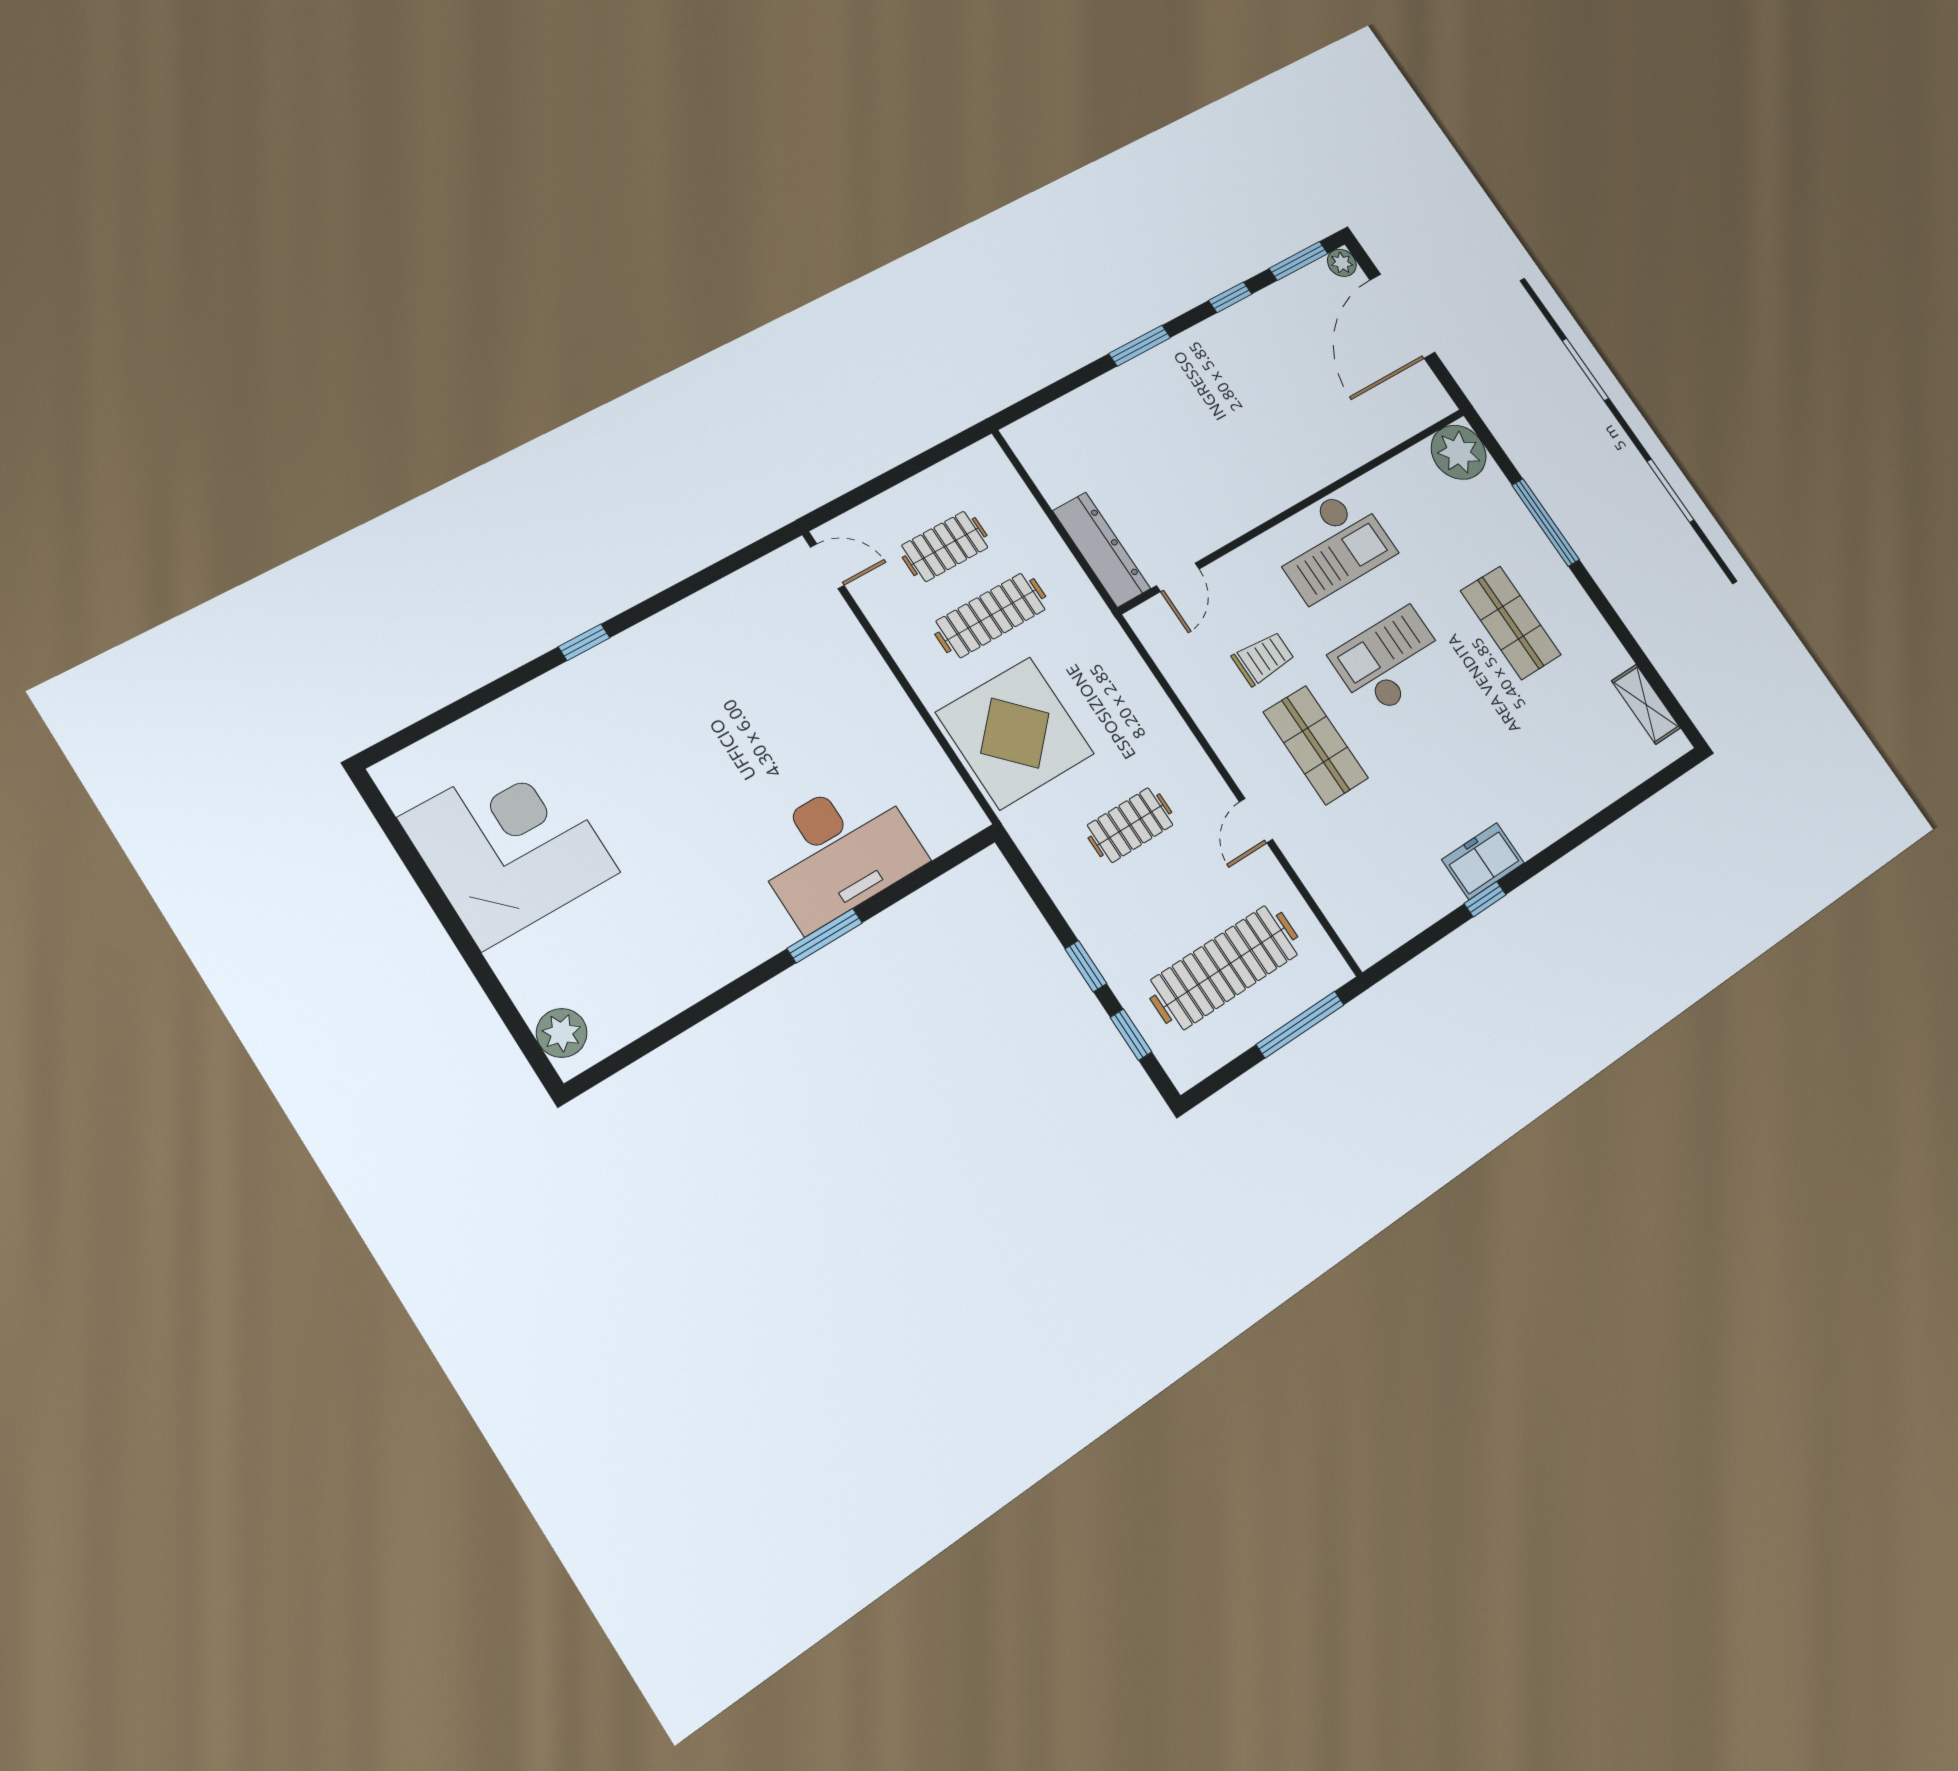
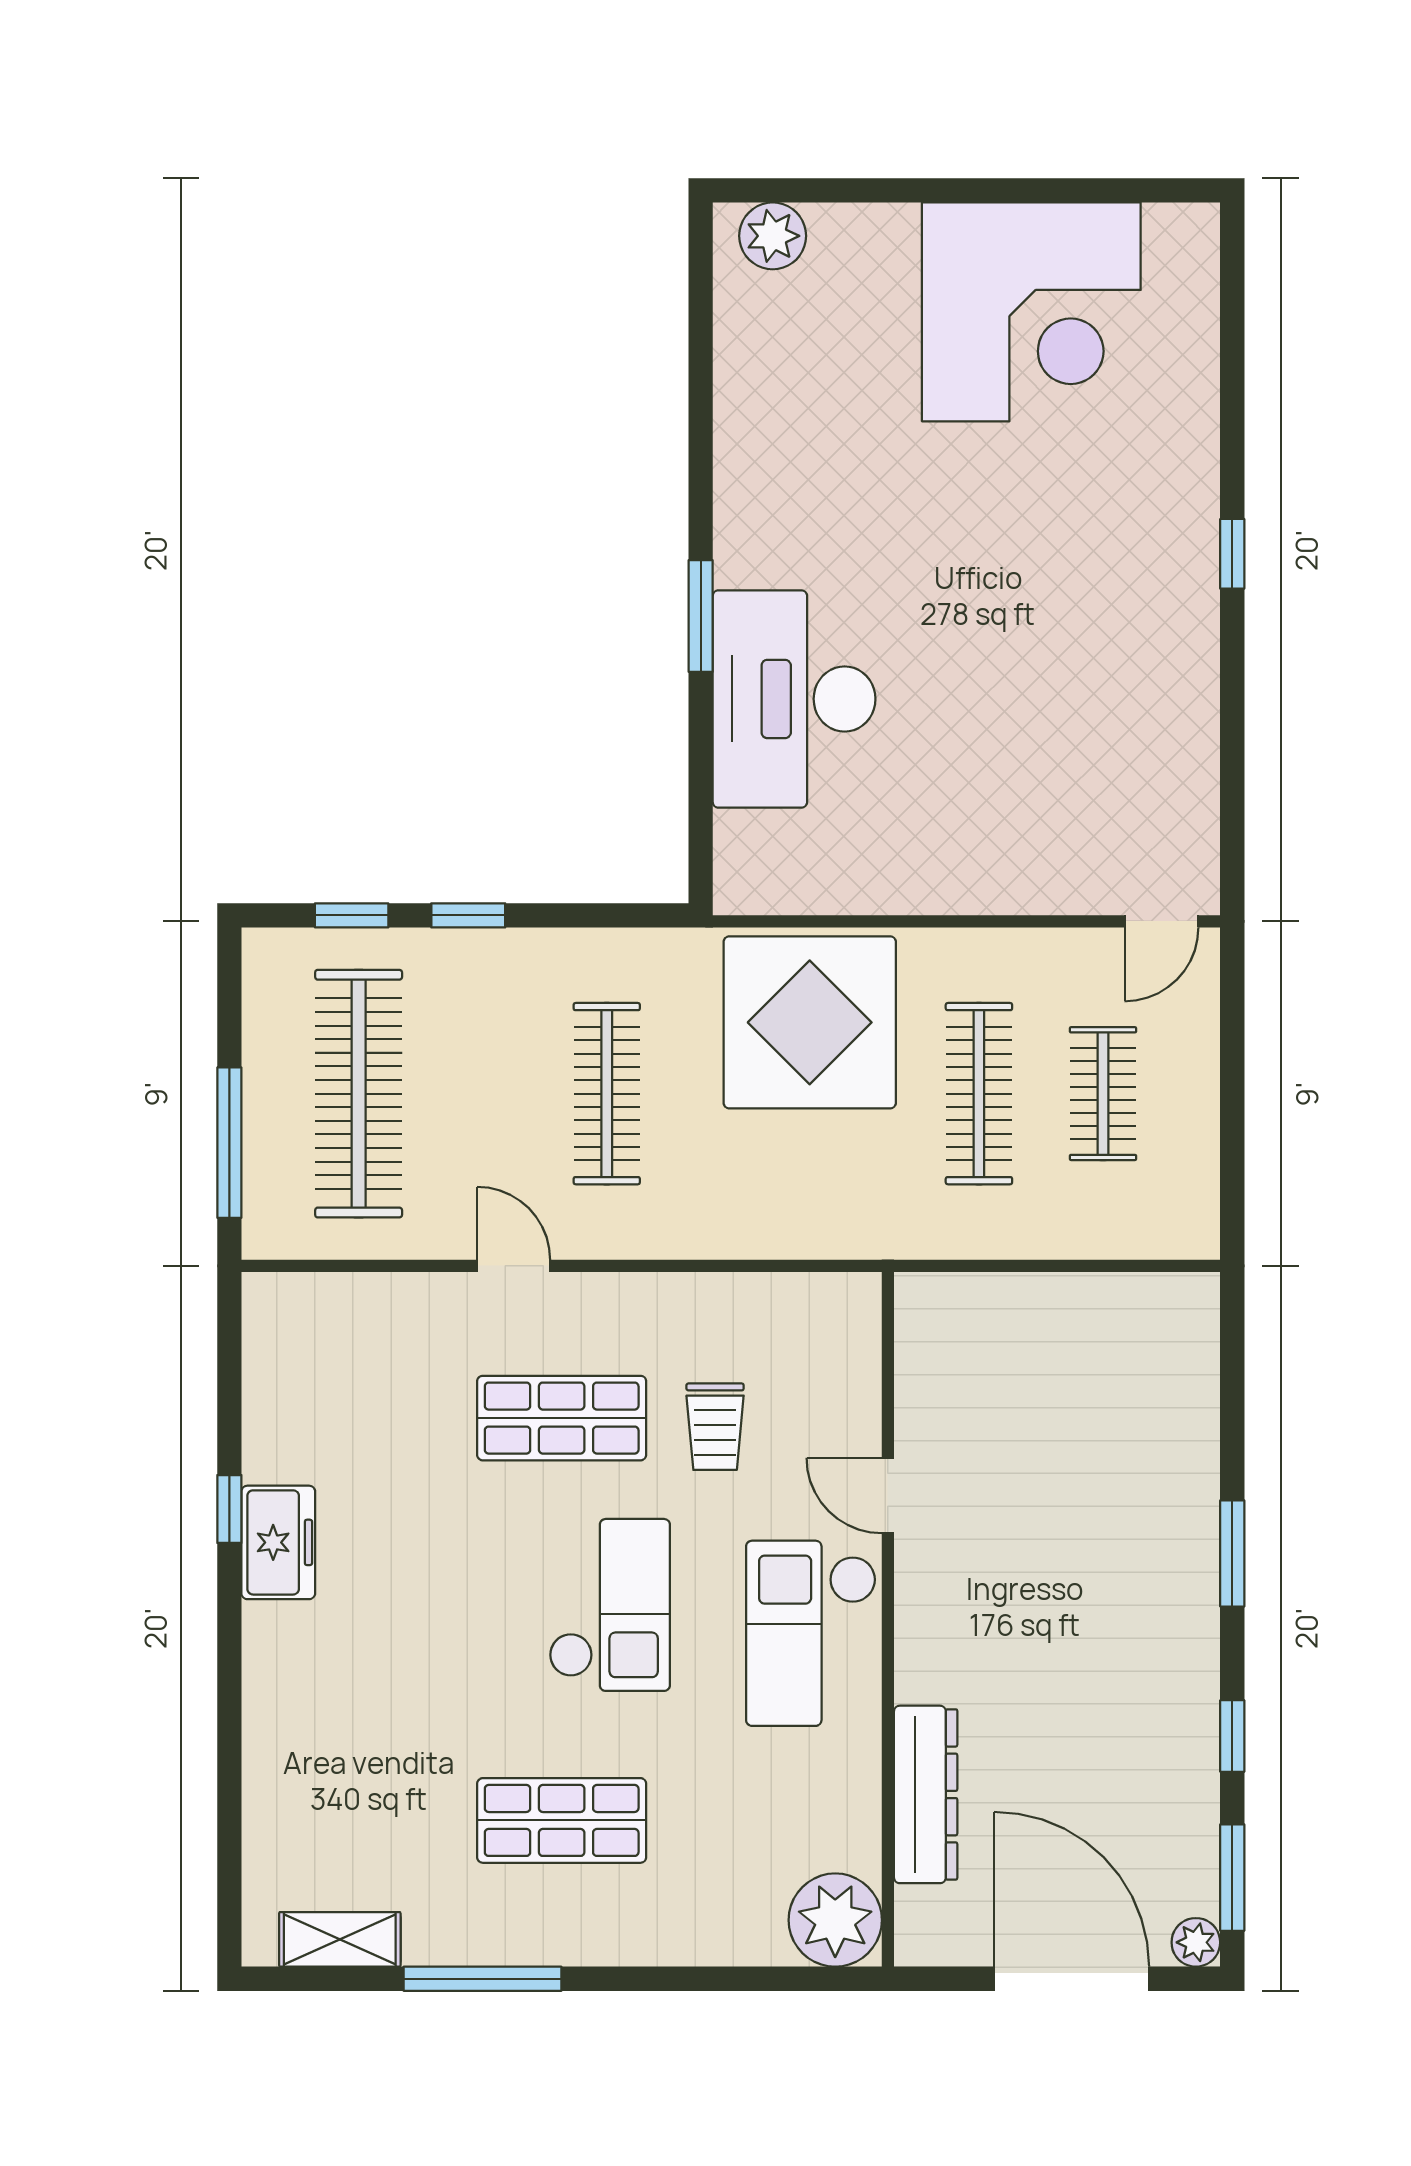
window: (1546, 522) -> (482, 1979), moved
dresser: (1101, 550) -> (926, 1794), moved, turned -90
door: (1178, 577) -> (888, 1496), moved
clothes rail: (1130, 825) -> (607, 1094), width x1.36

